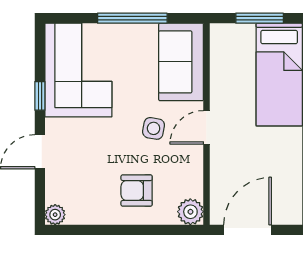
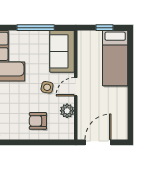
window: (260, 18) -> (105, 28), width x0.67
plant: (190, 212) -> (67, 111), moved

